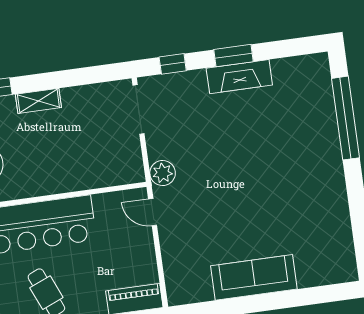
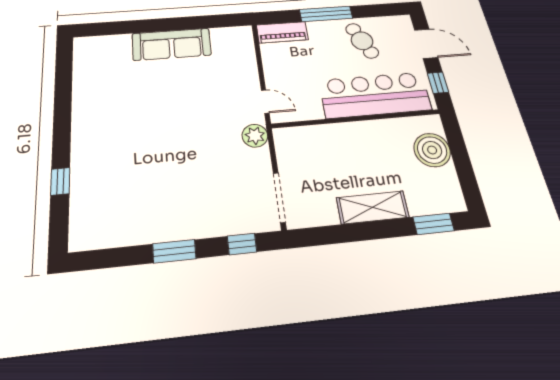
fireplace: (239, 77) -> (170, 228), removed
shelving: (38, 101) -> (373, 207), width x1.50, depth x1.33
window: (346, 118) -> (60, 181), width x0.32

